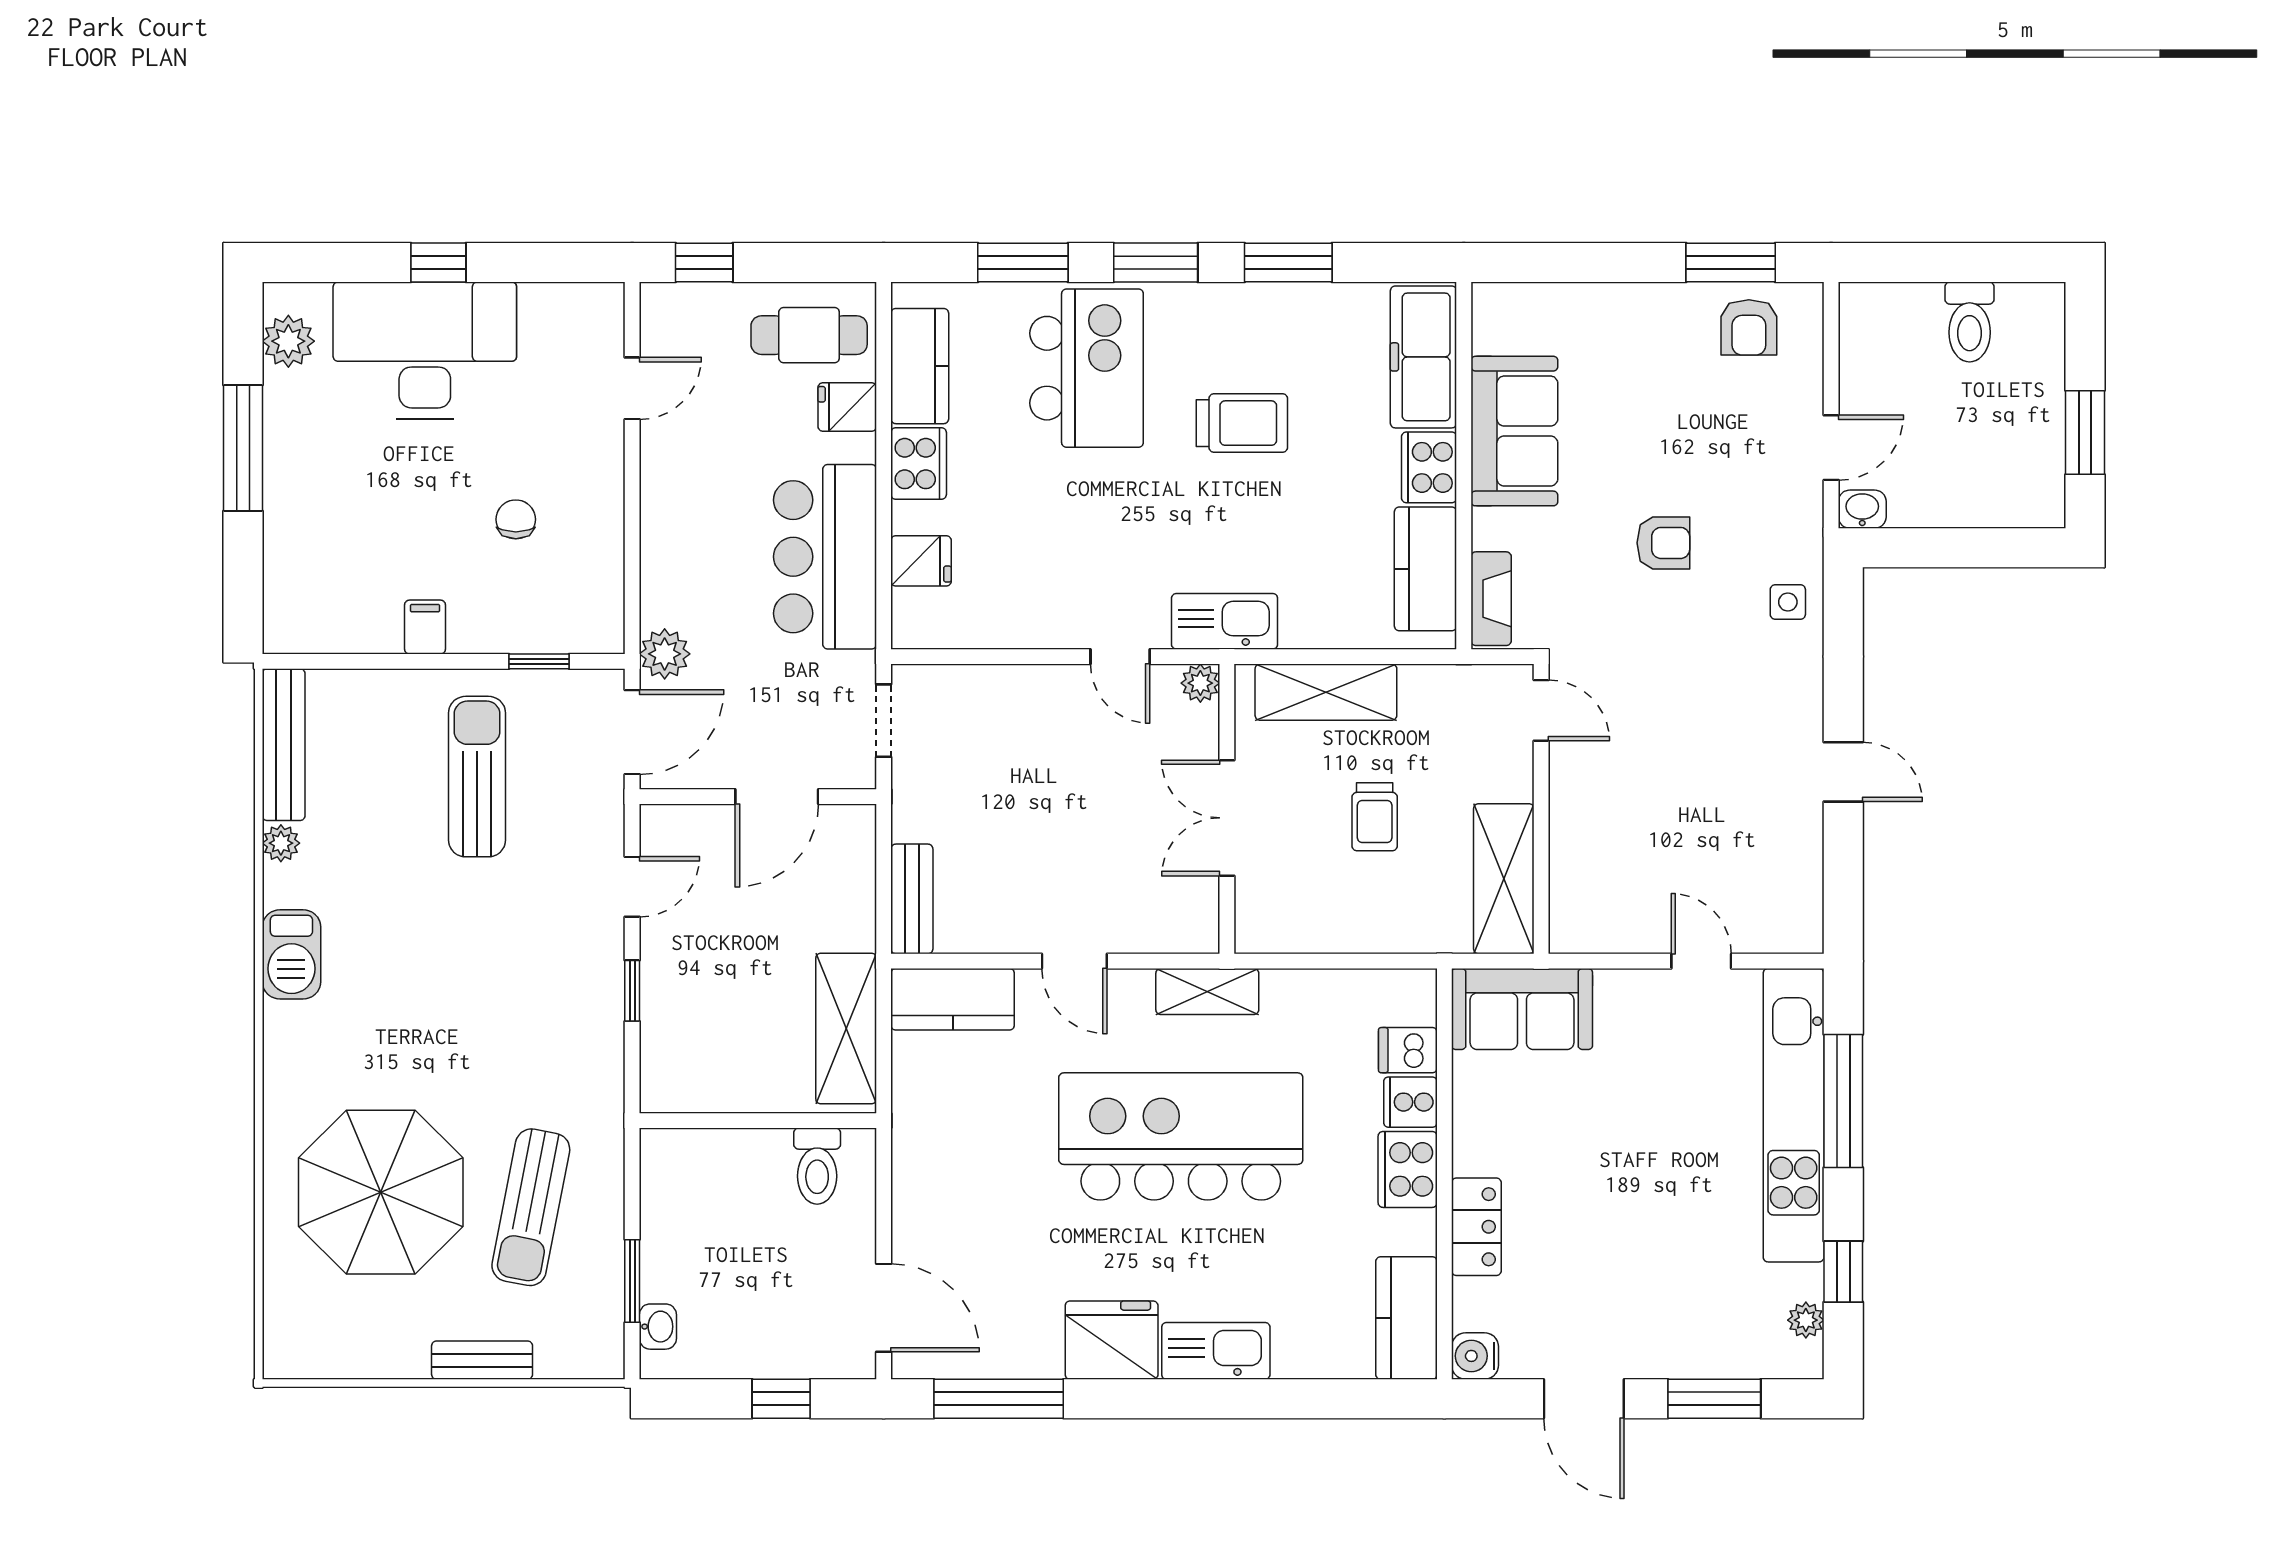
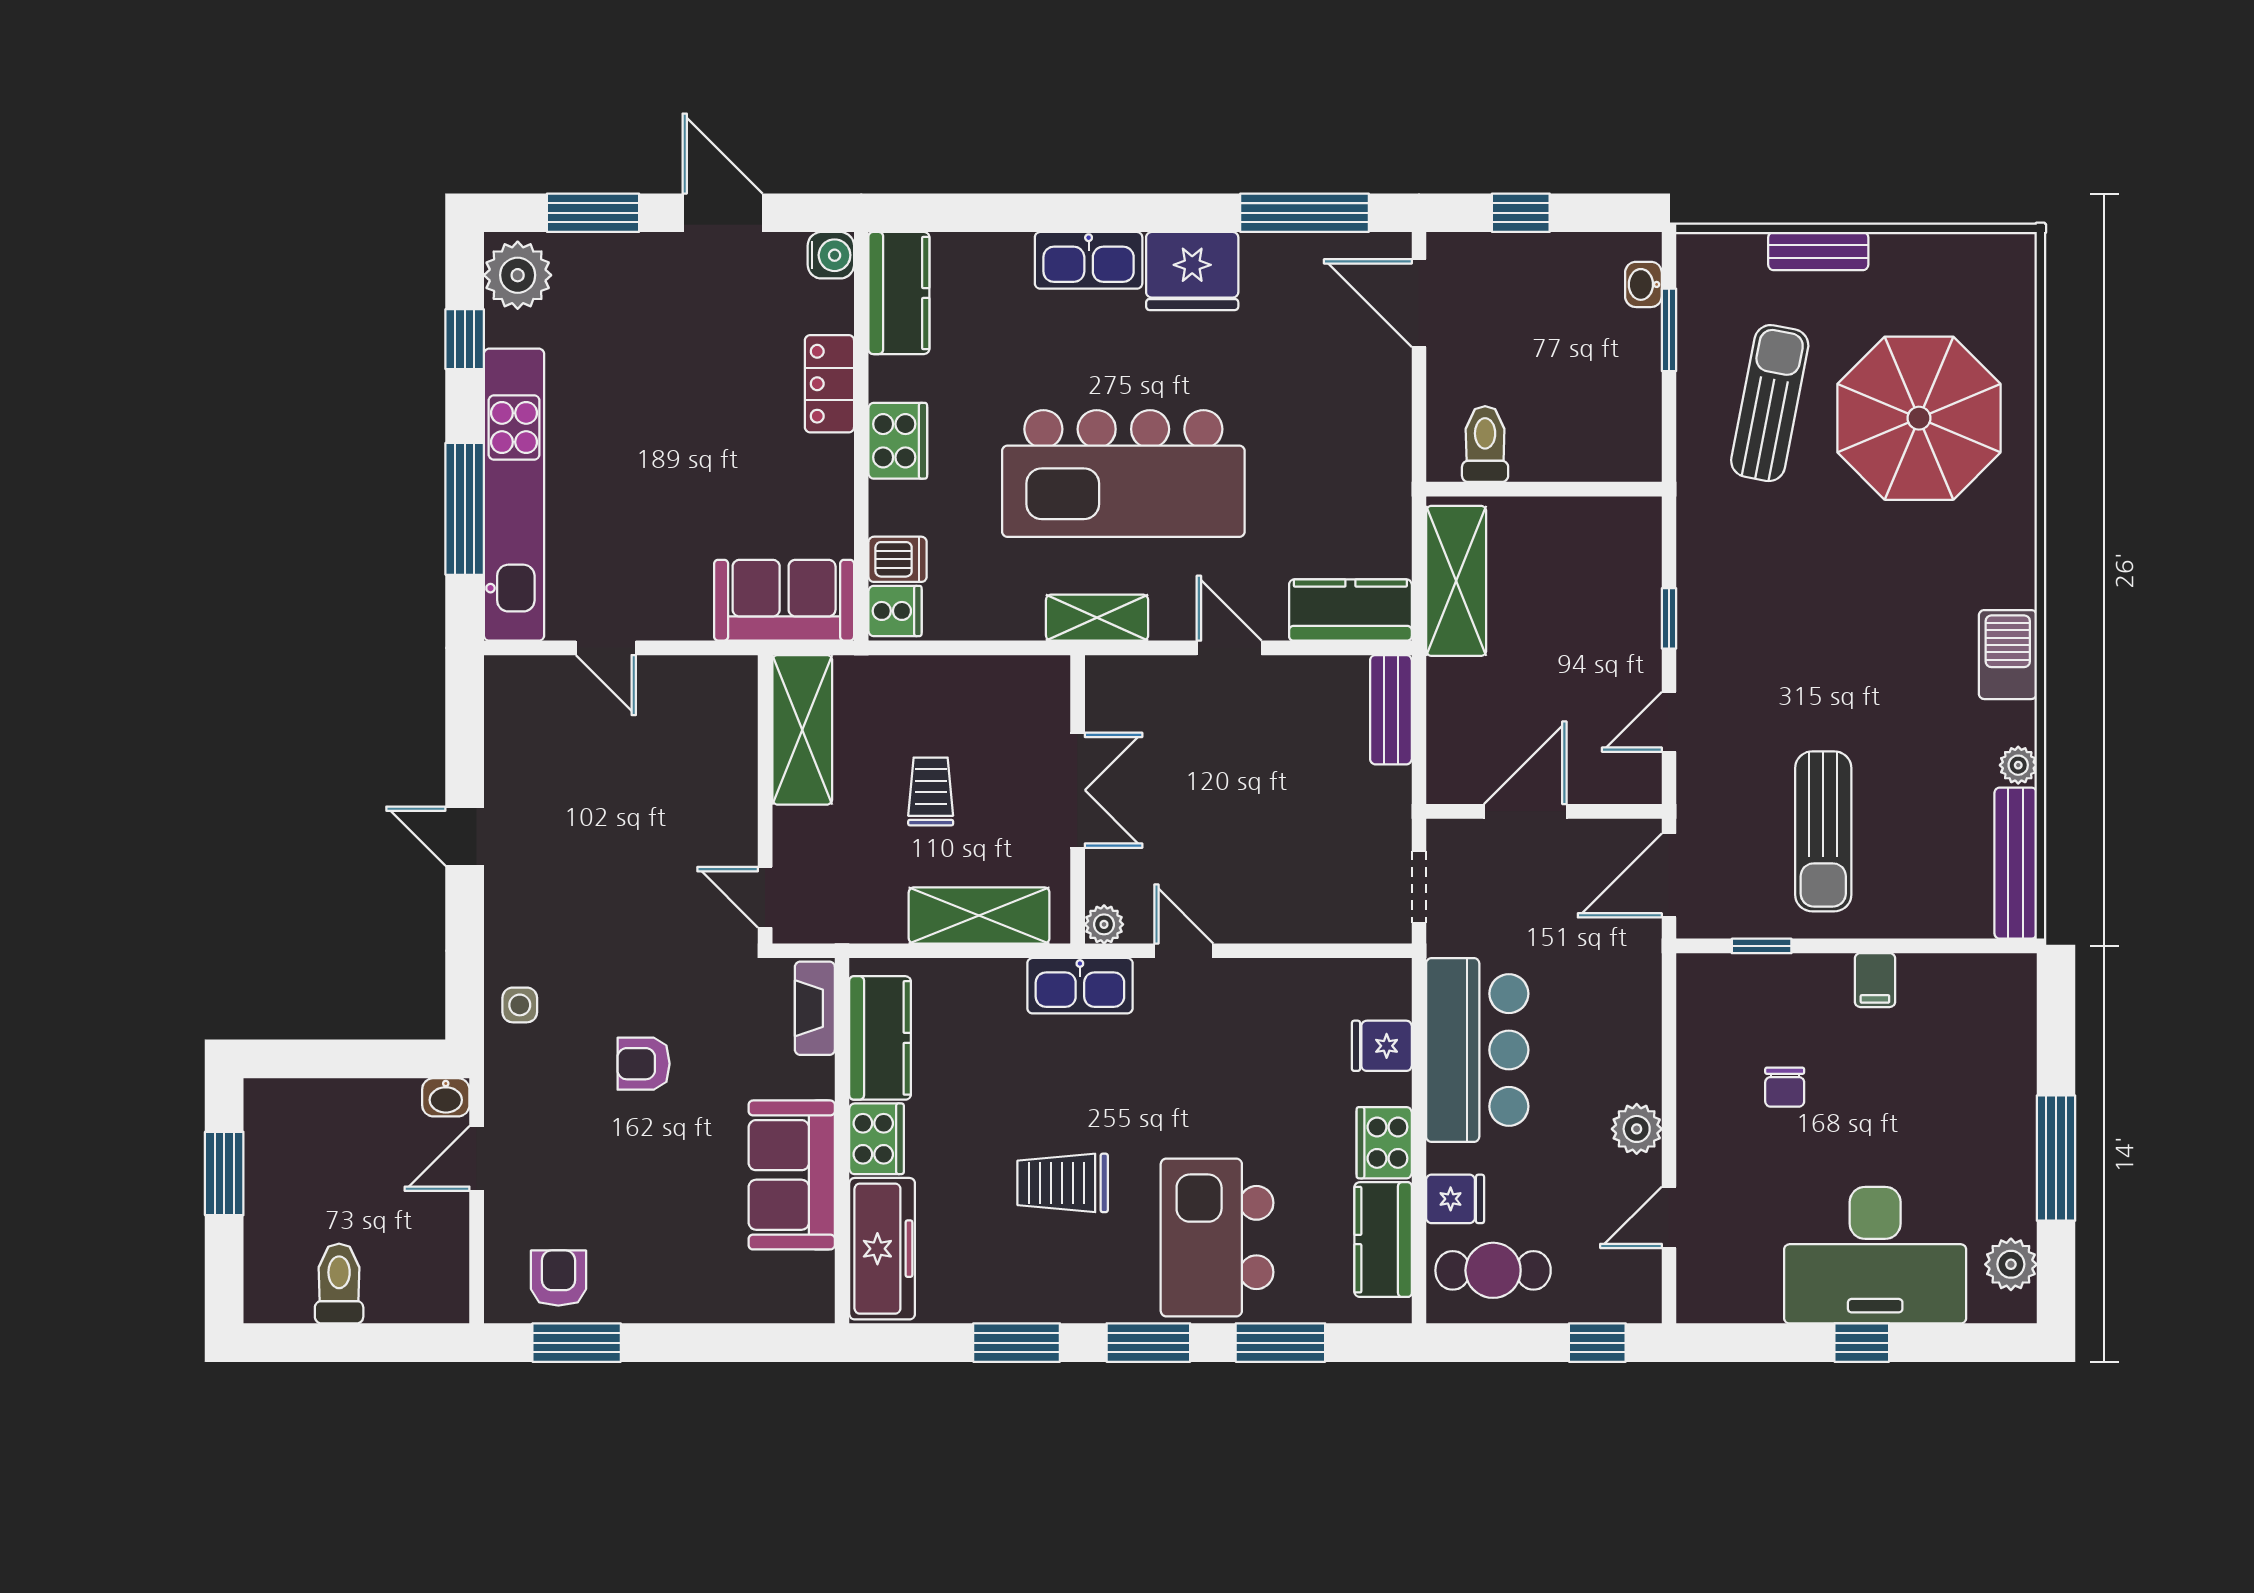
plant: (665, 654) -> (1637, 1129), moved
cooker: (1410, 1102) -> (895, 611), moved
plant: (1806, 1320) -> (518, 275), width x1.88, depth x1.88

